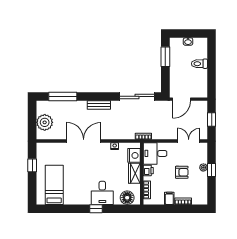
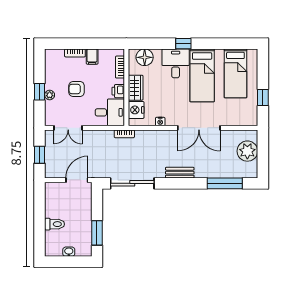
bed: (81, 183) -> (202, 75), added

